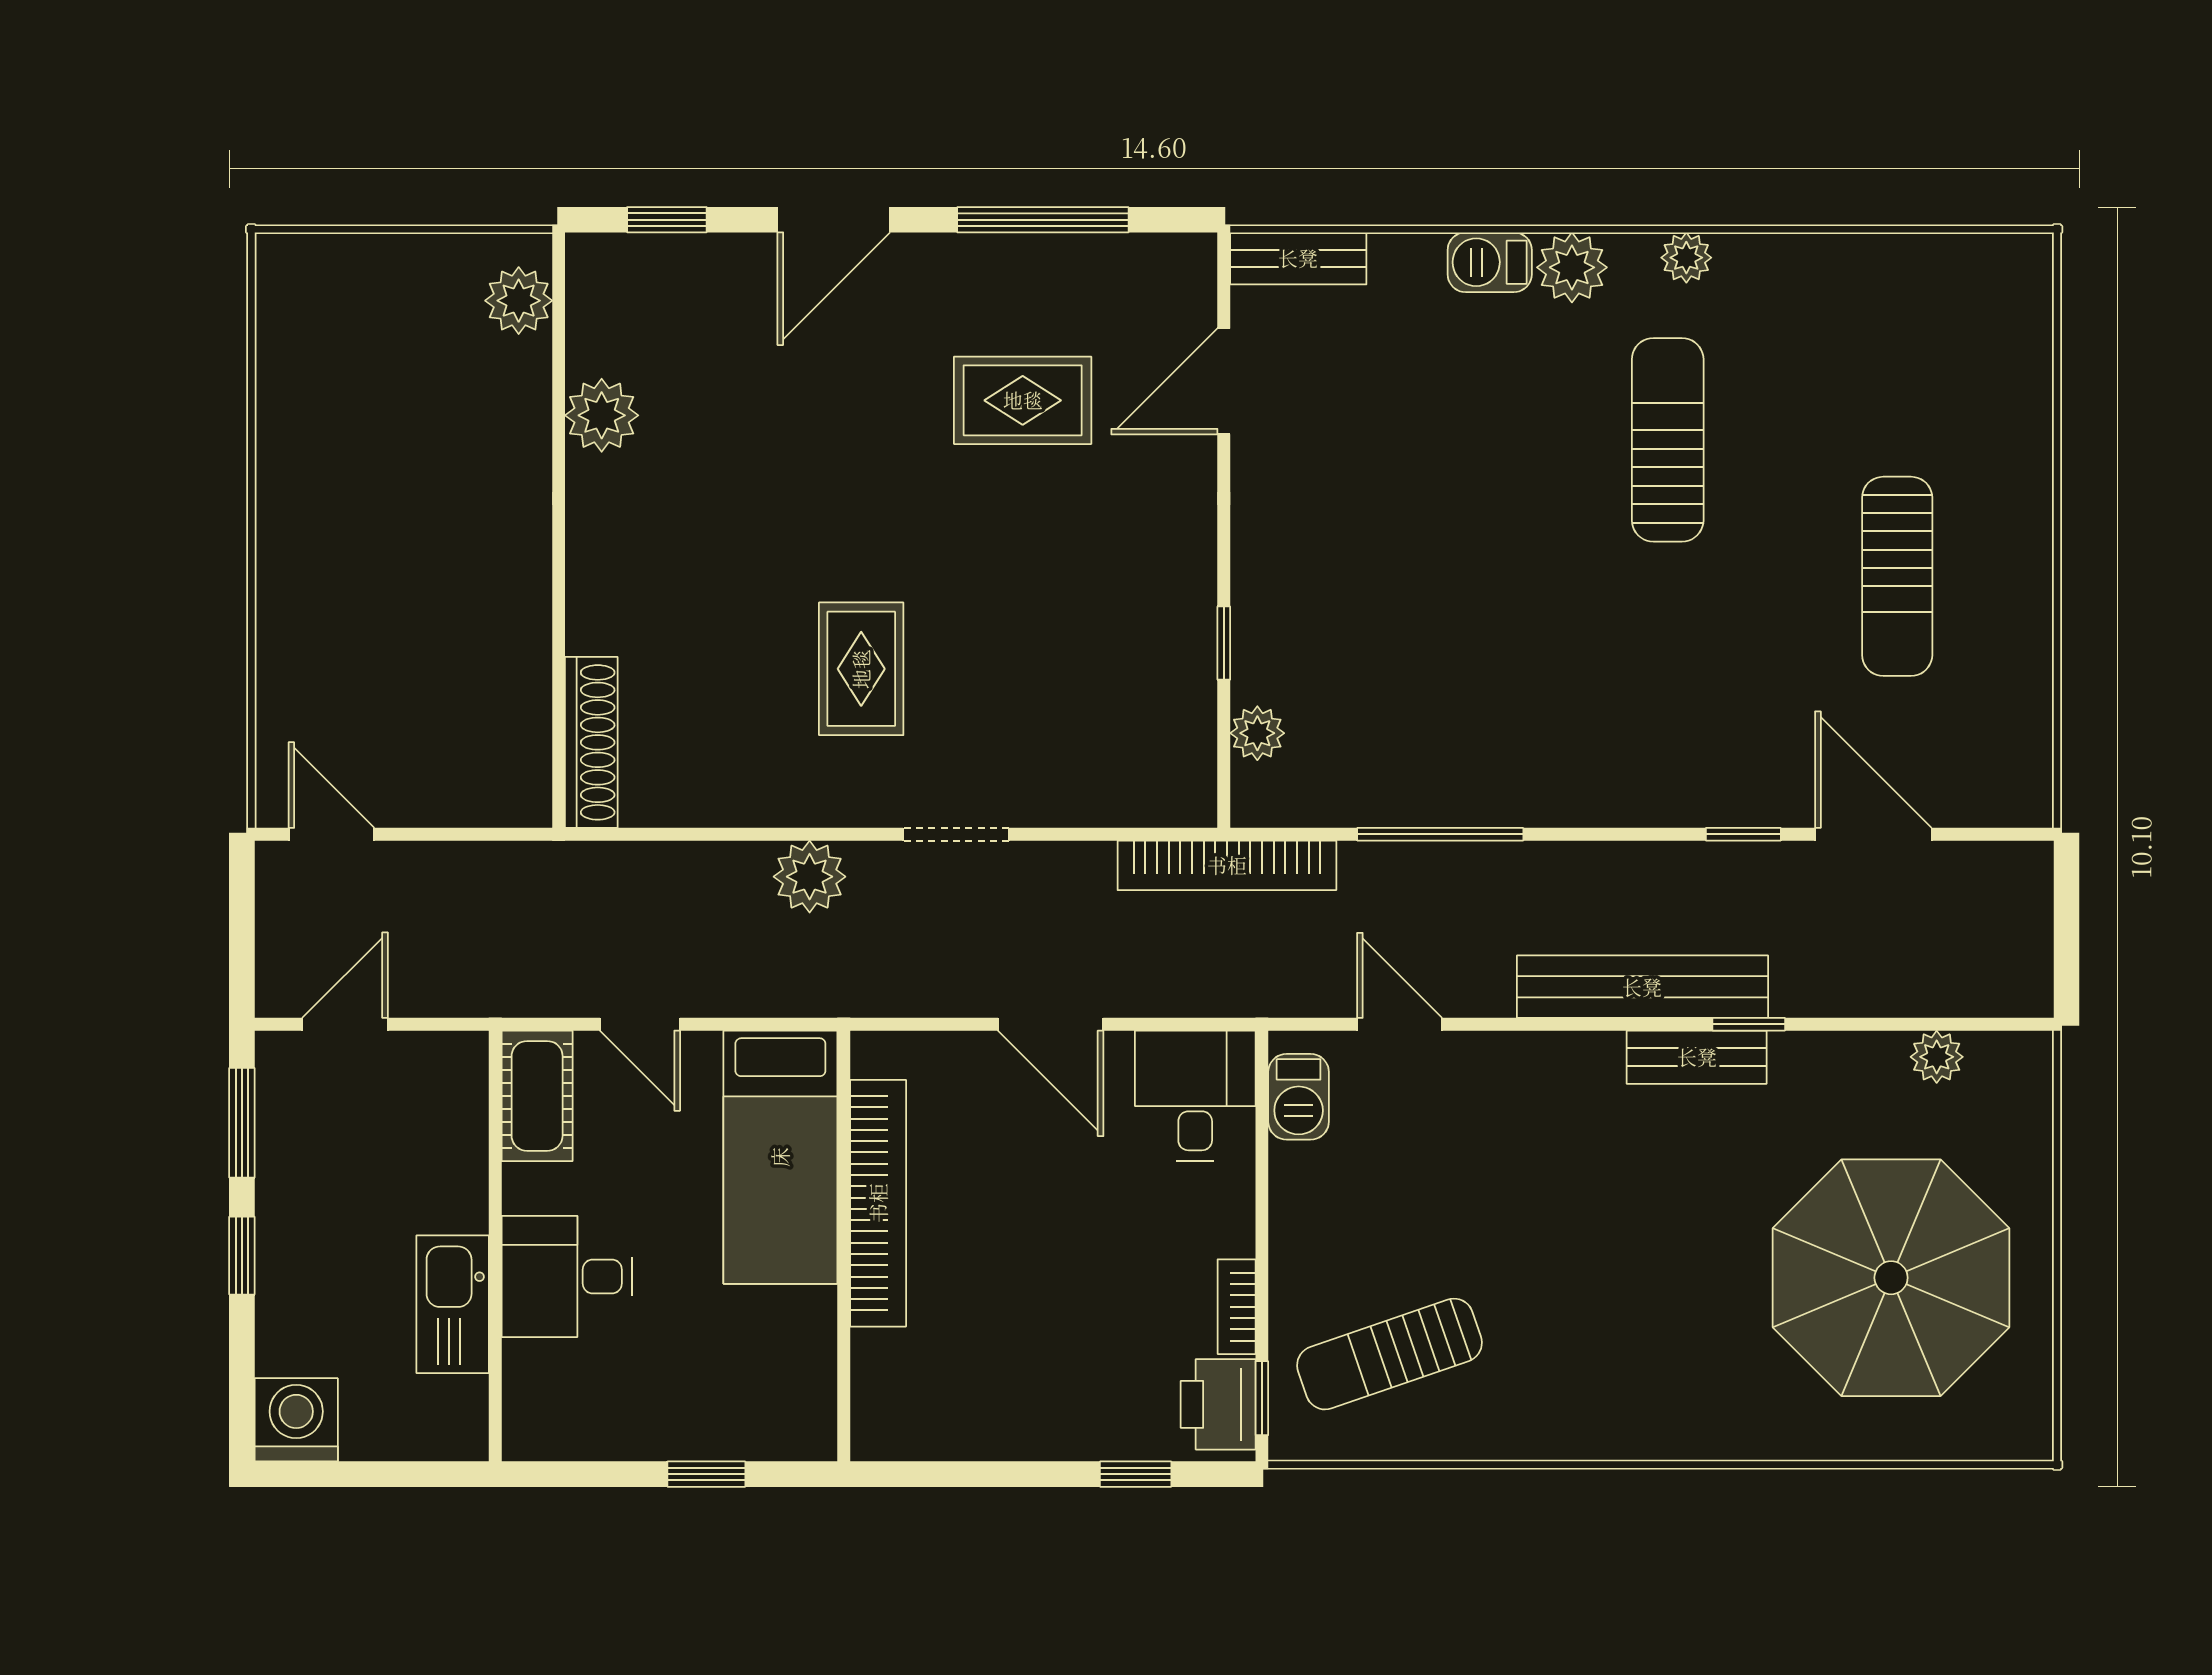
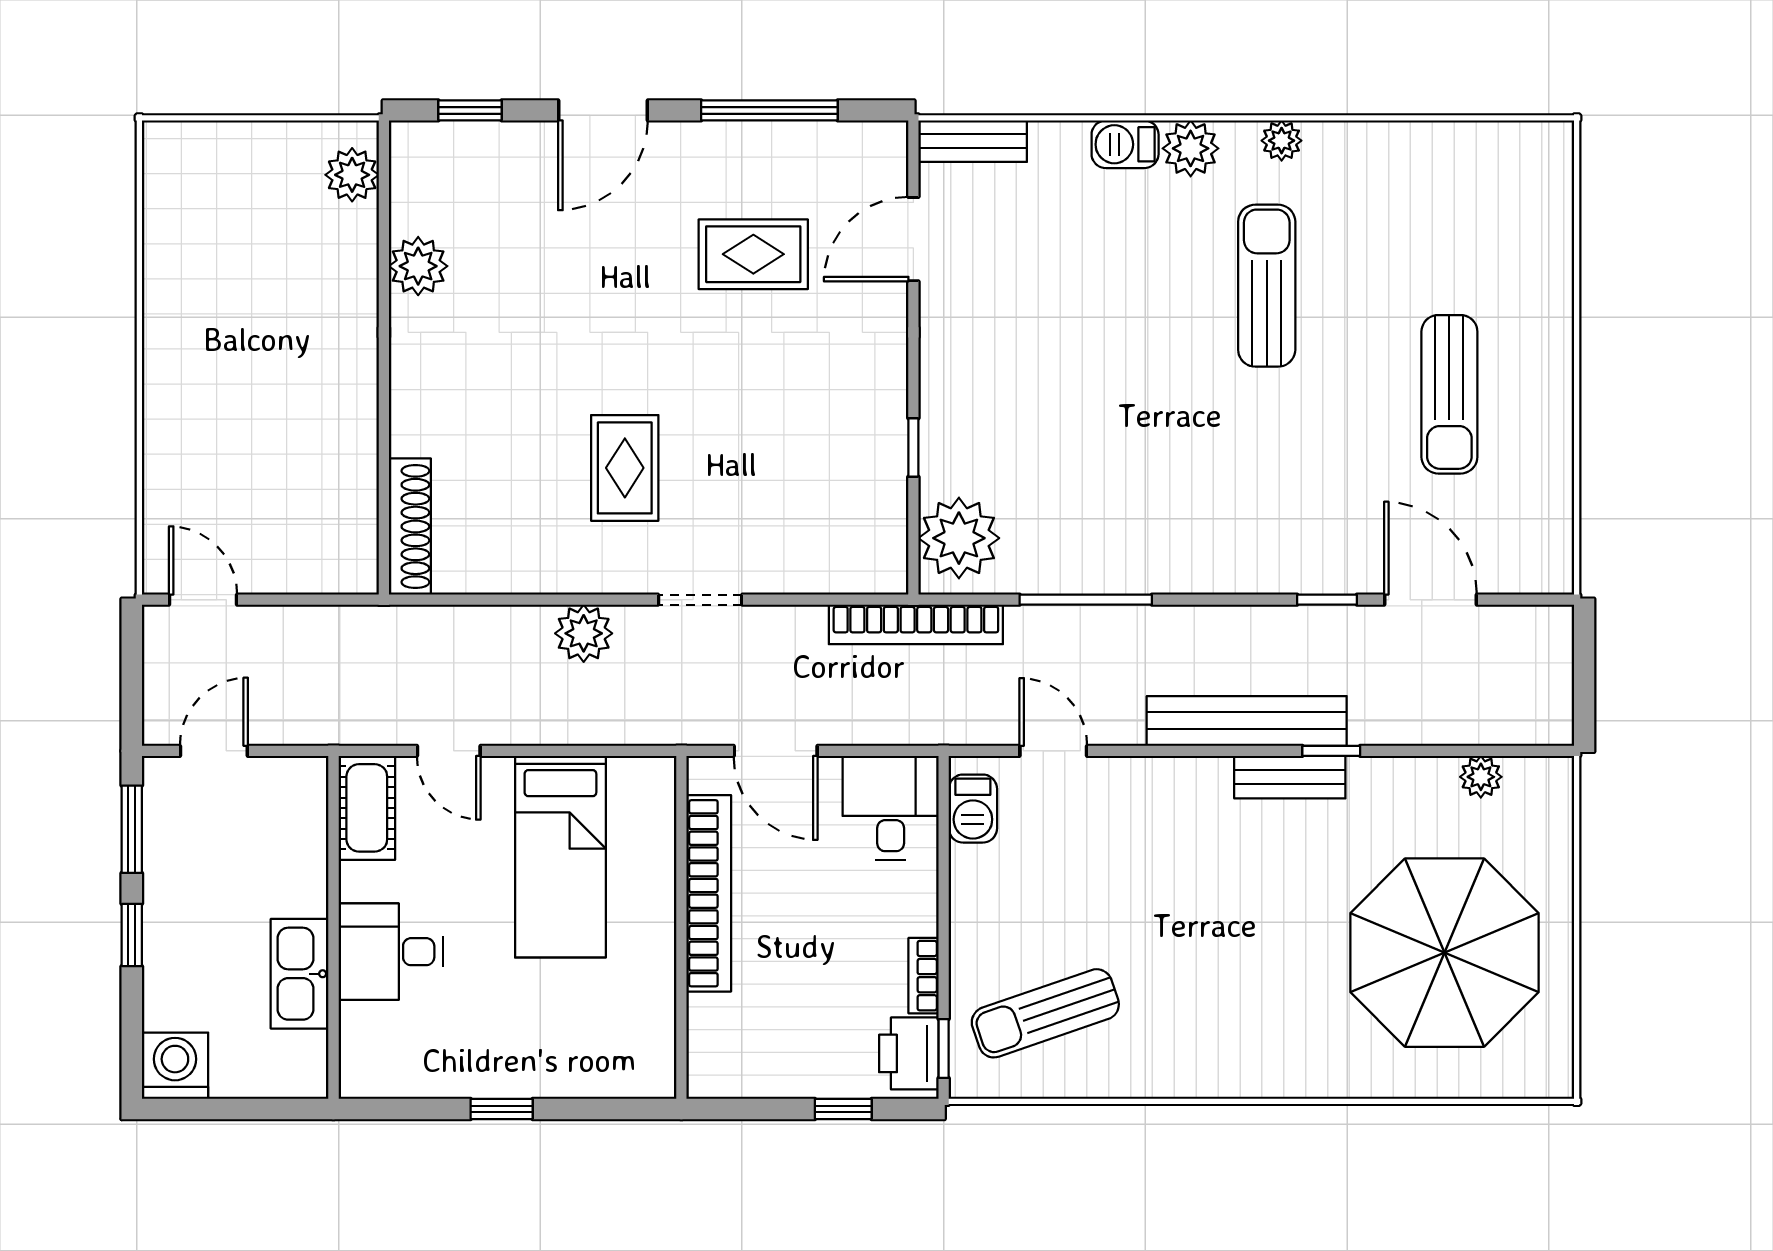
plant: (1257, 733) -> (959, 538), width x1.88, depth x1.88
bookcase: (878, 1203) -> (709, 893), moved
wall: (844, 1246) -> (681, 927), moved

